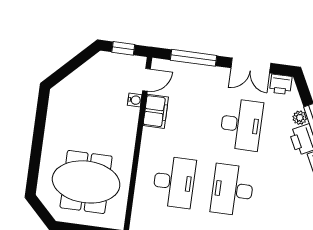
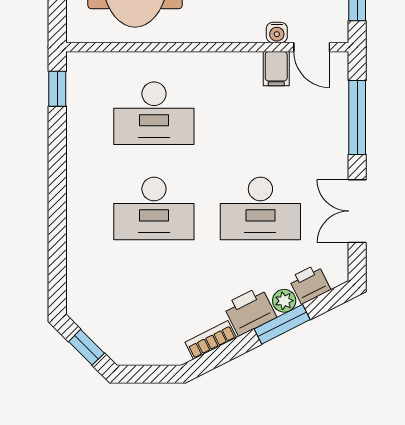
printer: (281, 84) -> (310, 284), moved, turned 63
filing cabinet: (156, 111) -> (276, 69), width x0.50
desk: (232, 190) -> (154, 208), turned 180

